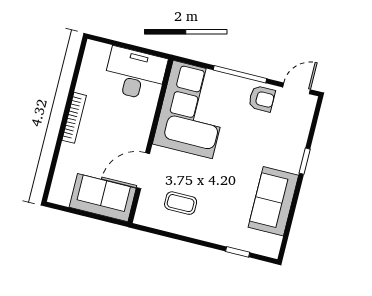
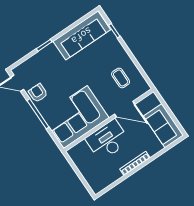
desk: (135, 74) -> (107, 140), moved, turned 90
sofa: (103, 198) -> (163, 126), moved
sofa: (273, 201) -> (82, 36), width x1.36

